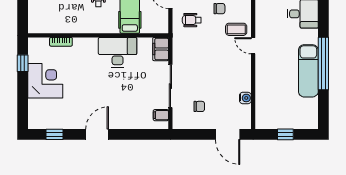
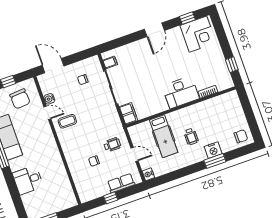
coffee table: (236, 29) -> (67, 121), moved
door: (253, 46) -> (47, 113), moved
desk: (118, 52) -> (181, 92), moved
corner desk: (45, 81) -> (198, 34), moved, turned -90
chair: (279, 110) -> (20, 99), added

